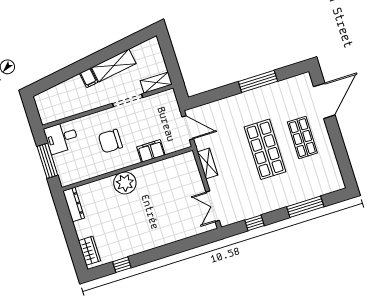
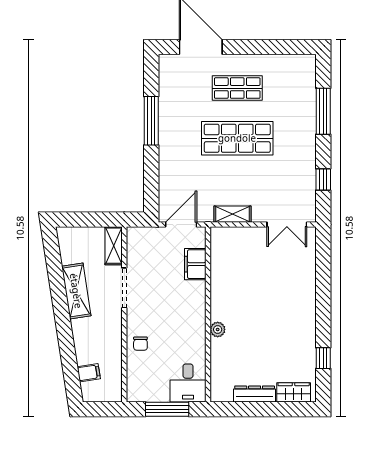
filing cabinet: (89, 78) -> (89, 373), moved
desk: (61, 137) -> (188, 383), moved
chair: (110, 141) -> (140, 344), moved, width x0.54, depth x0.54
filing cabinet: (151, 151) -> (195, 264), moved
plant: (125, 183) -> (218, 329), width x0.53, depth x0.53
dresser: (74, 204) -> (255, 394), moved

